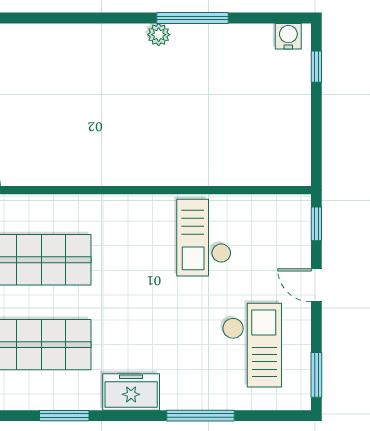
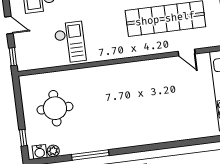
plant: (159, 35) -> (53, 151), moved
round table: (248, 116) -> (55, 108), added

